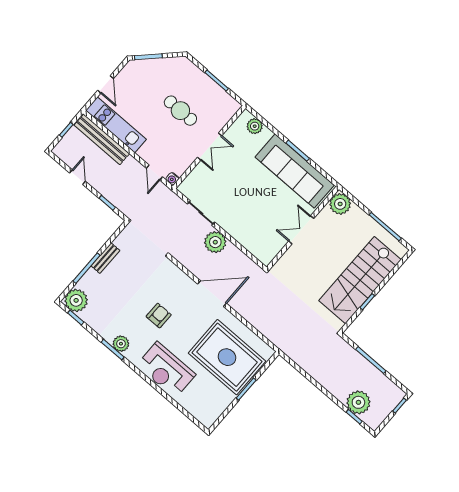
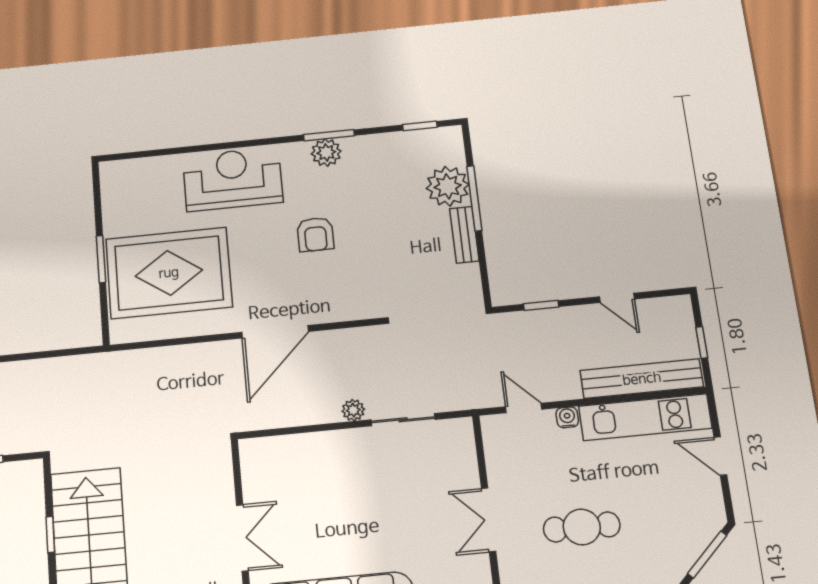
water cooler: (172, 179) -> (567, 417), moved
plant: (215, 242) -> (353, 410), width x0.53, depth x0.53
plant: (76, 300) -> (448, 186), moved

